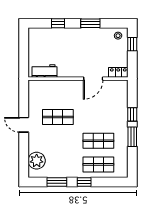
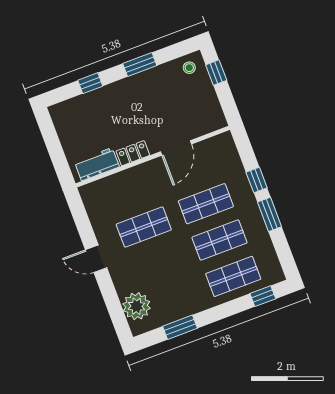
locker: (118, 72) -> (133, 153), moved
shop shelf: (98, 117) -> (206, 204), added
window: (84, 182) -> (263, 296), moved

